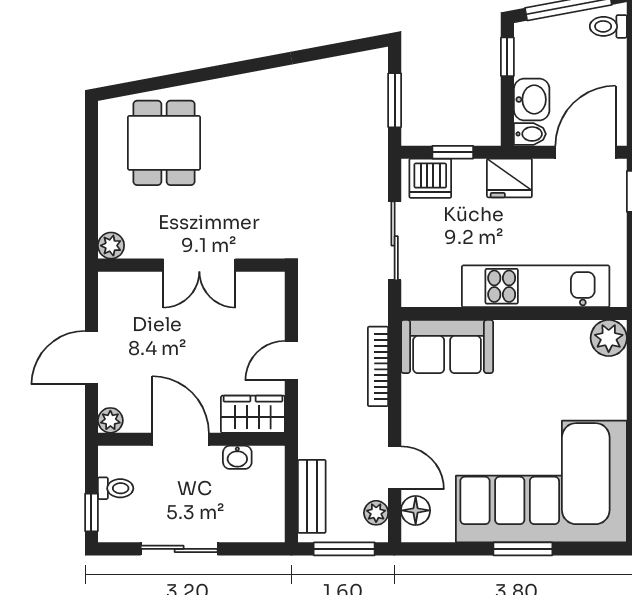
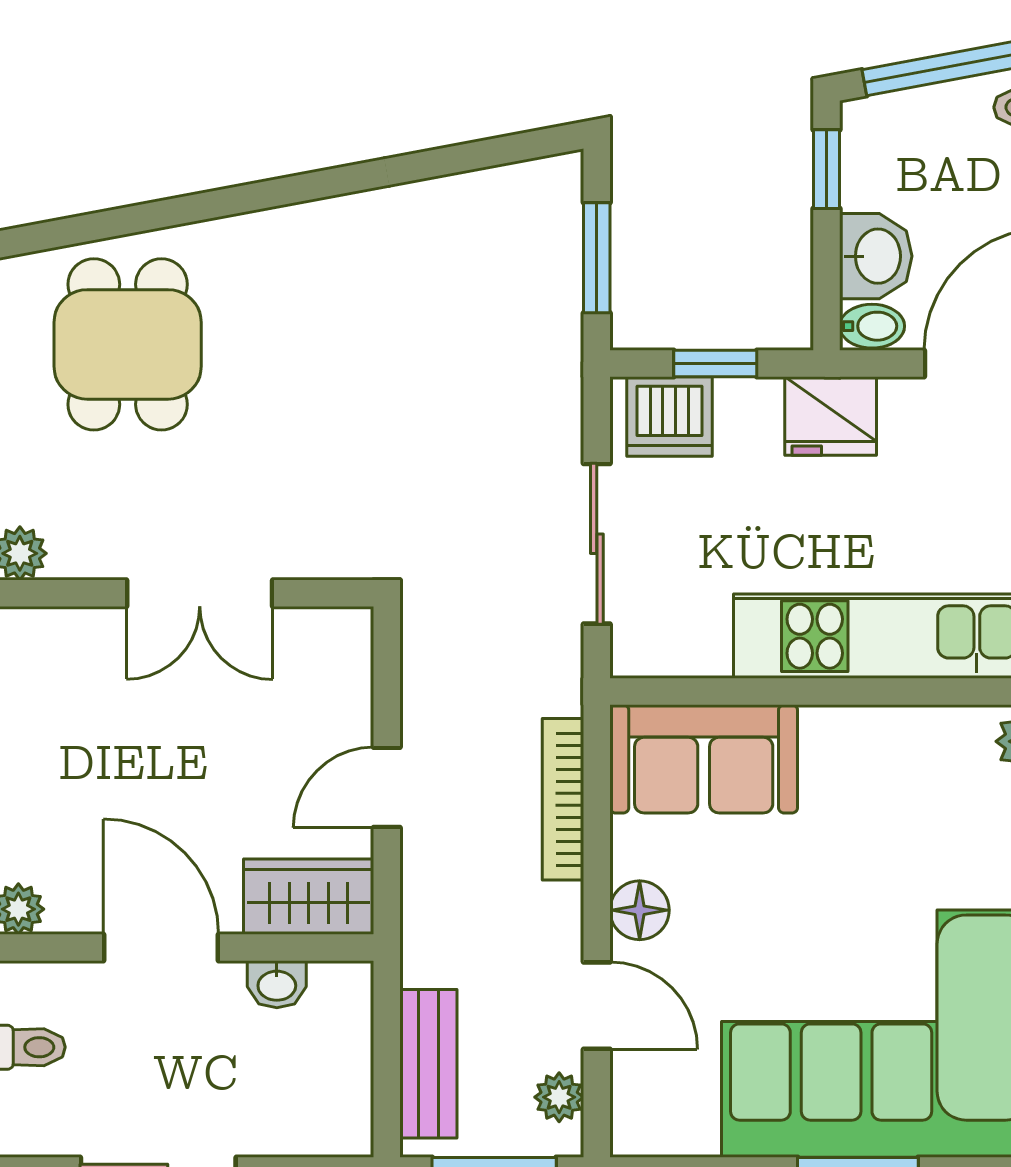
floor lamp: (416, 510) -> (640, 910), moved

